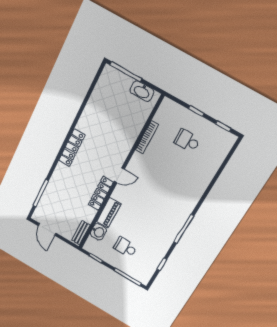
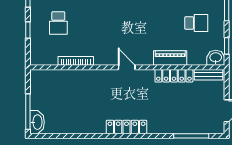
washbasin: (142, 91) -> (37, 122), moved
locker: (101, 193) -> (174, 76), moved
washbasin: (98, 232) -> (216, 58), moved
school desk: (125, 247) -> (196, 23), turned -90

